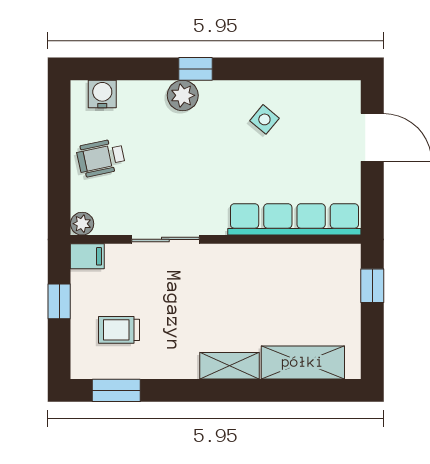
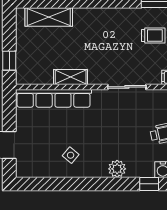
window: (196, 69) -> (149, 184), moved
shelving: (229, 366) -> (71, 77), moved

